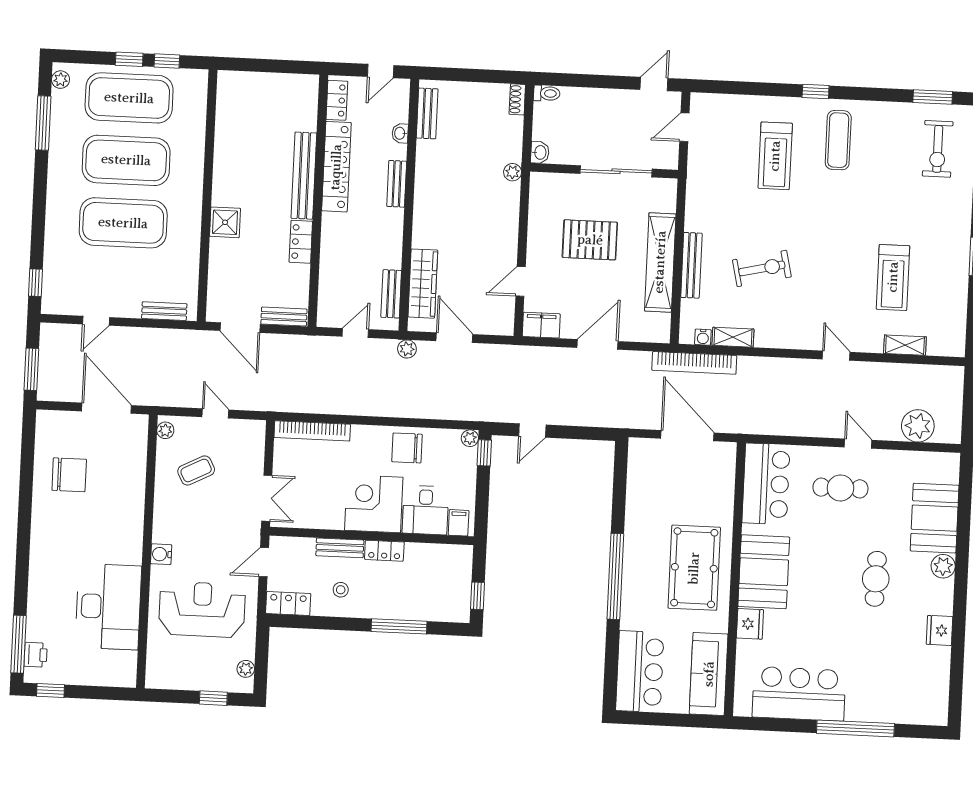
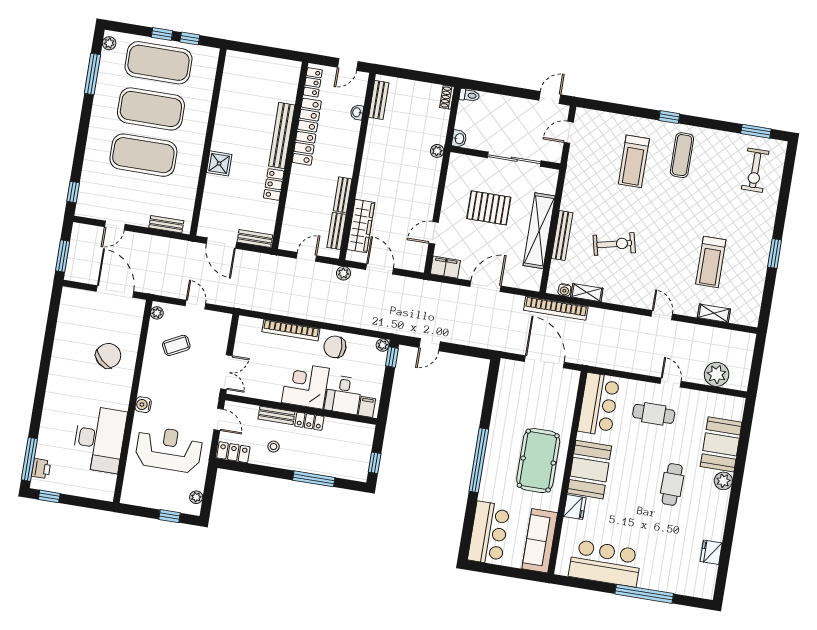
bench: (397, 184) -> (343, 195), moved
bookcase: (312, 431) -> (291, 330), moved
chair: (69, 475) -> (108, 356), moved, turned -47
door: (264, 562) -> (219, 419), swing flipped
fridge: (939, 630) -> (711, 552), moved

